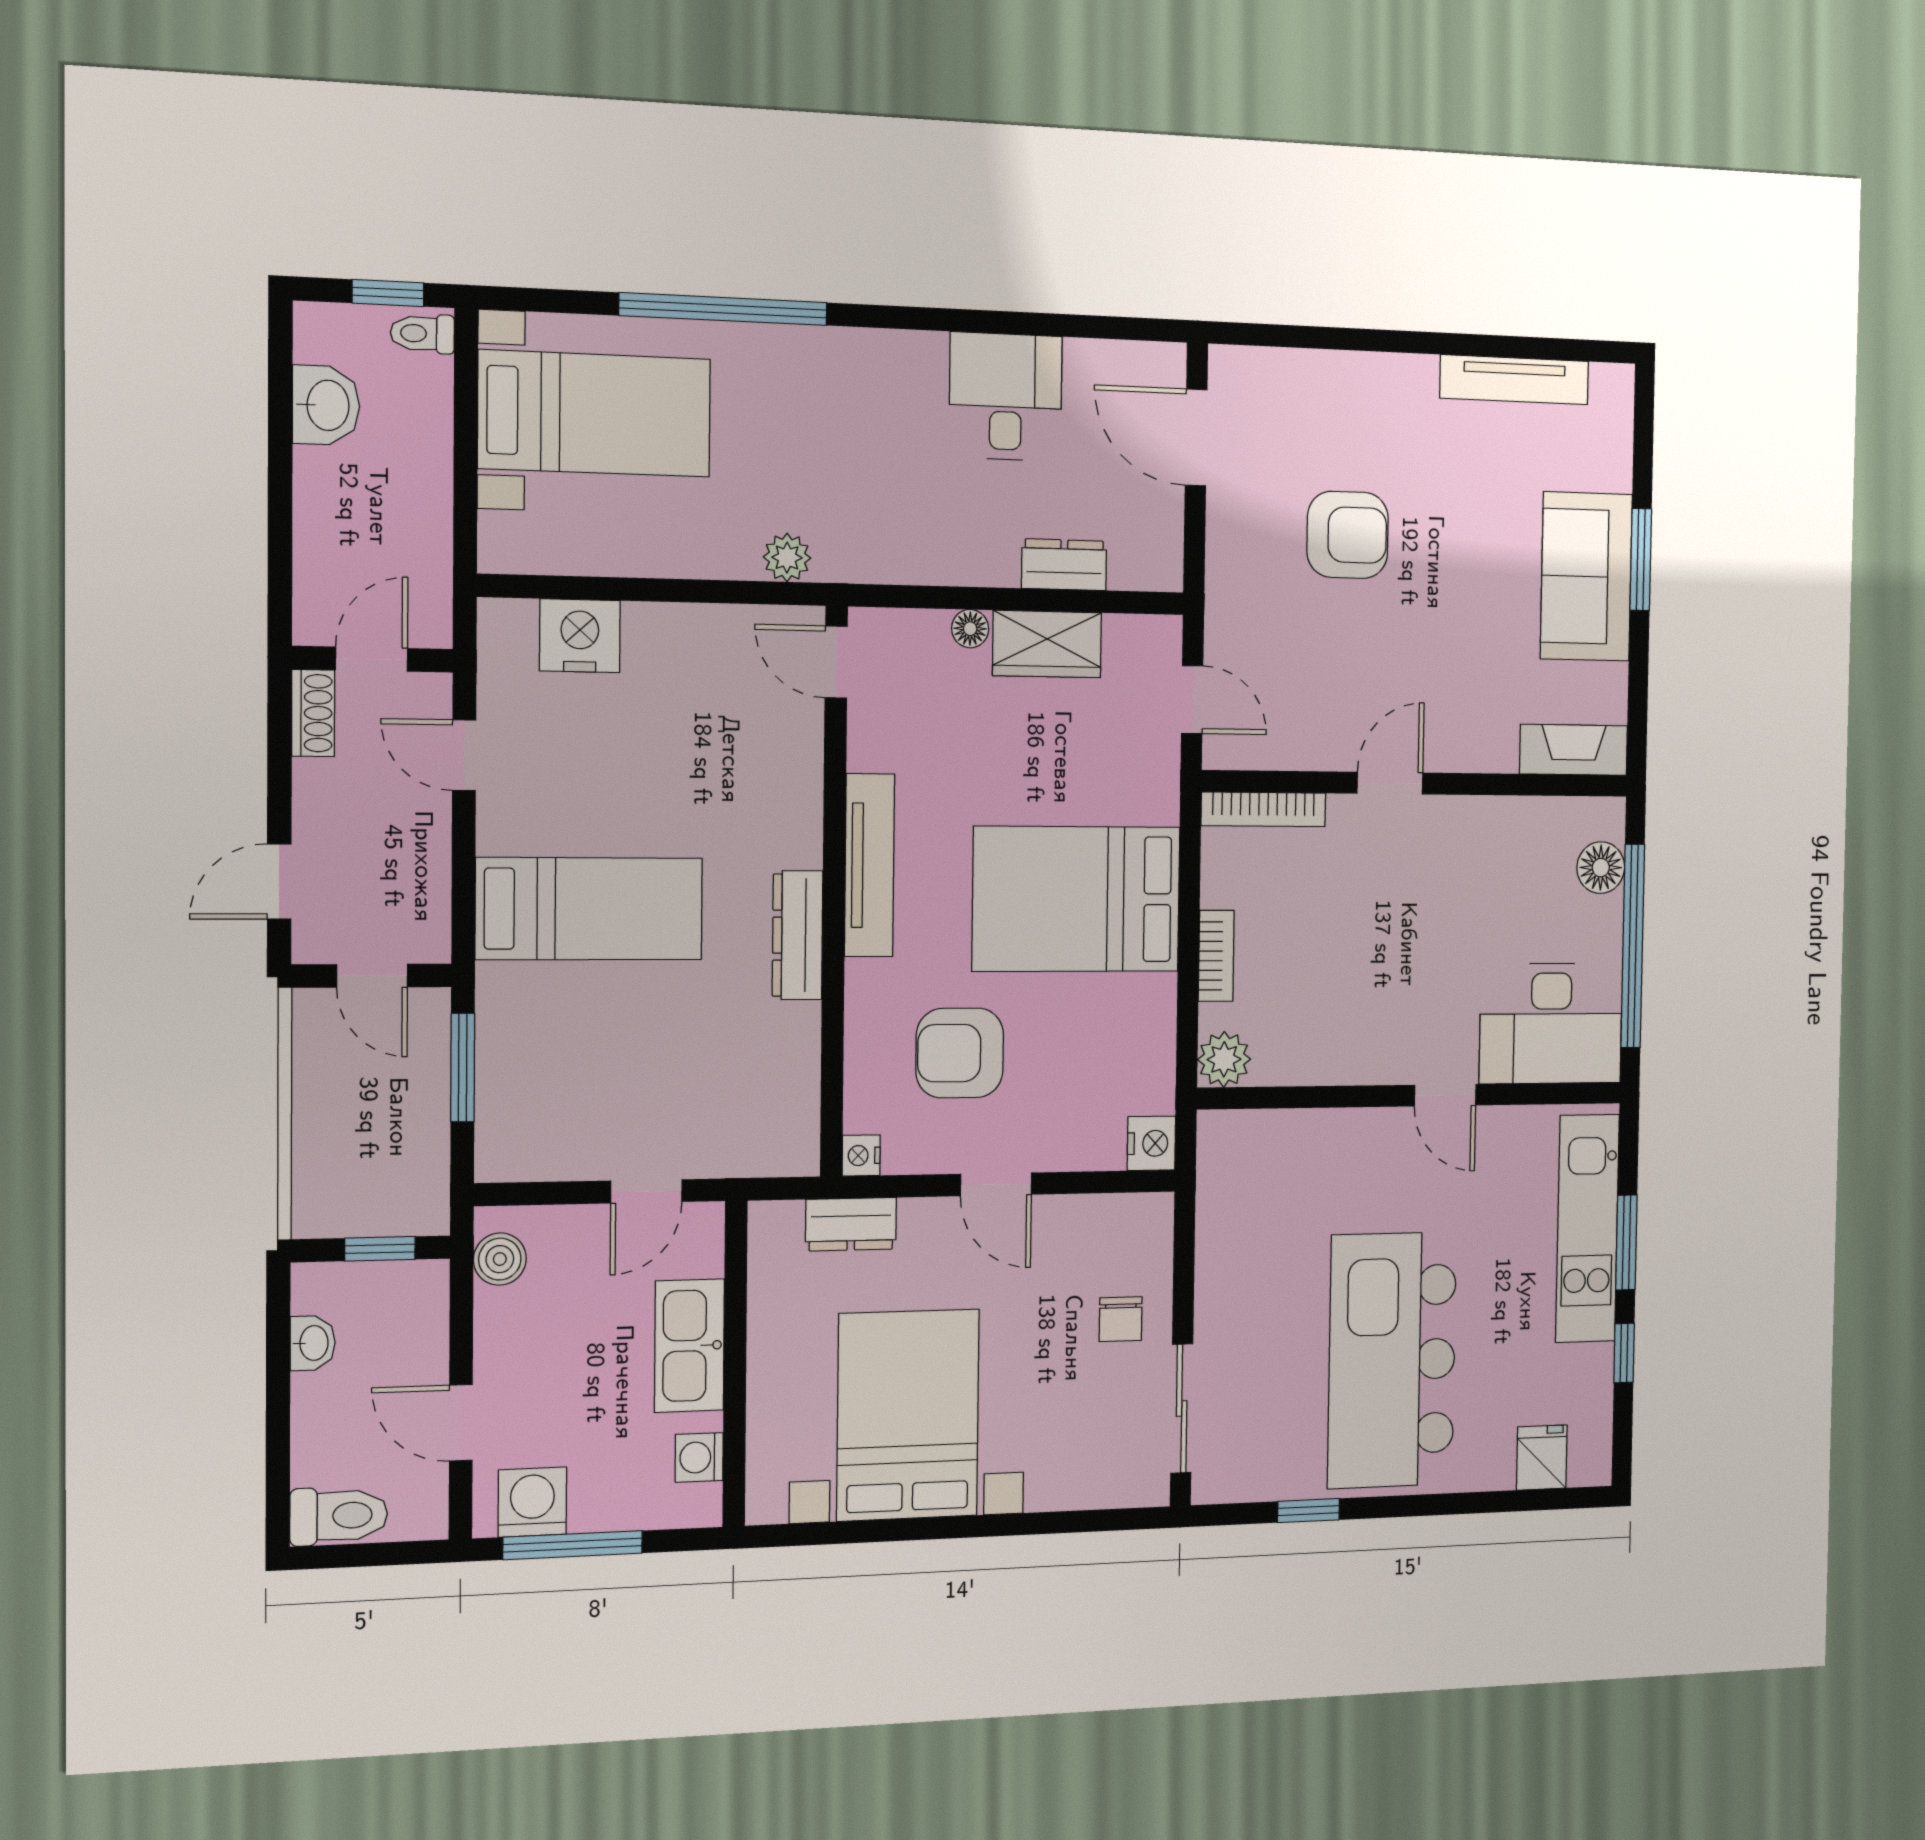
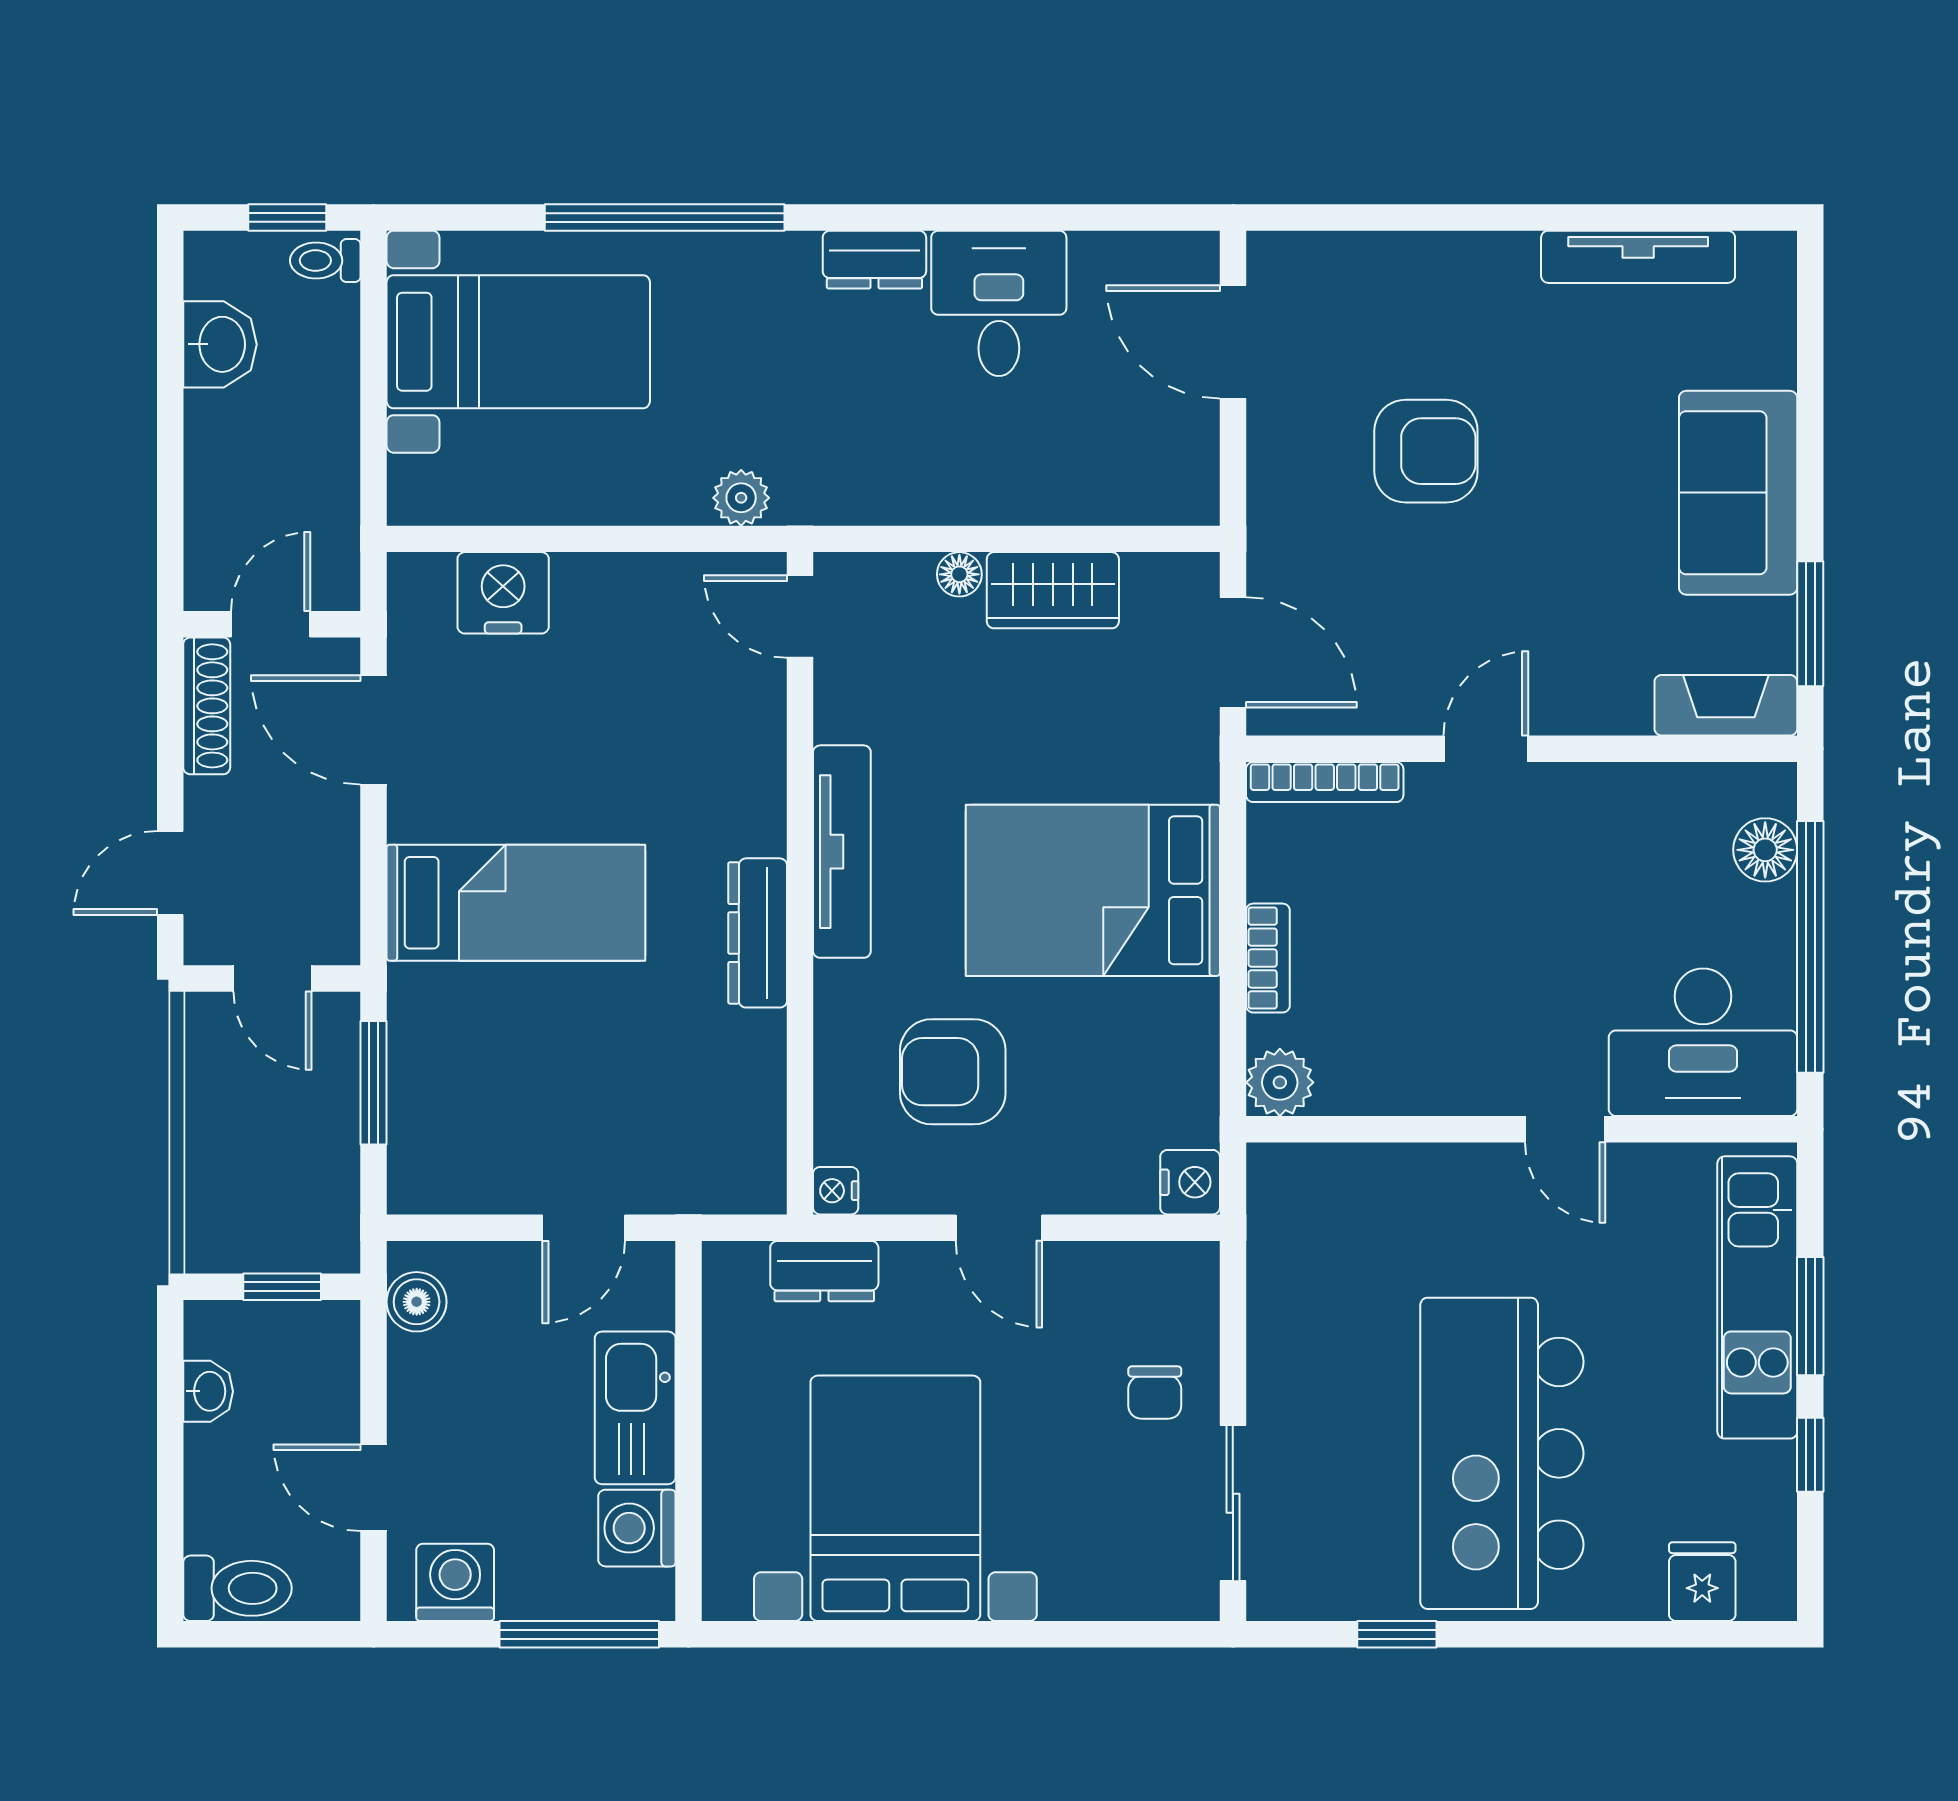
window: (1641, 560) -> (1810, 624), moved
dresser: (1064, 565) -> (874, 260), moved, turned 180
door: (1192, 700) -> (1233, 652), width x1.38
shoe rack: (313, 713) -> (207, 706), width x1.43
door: (464, 755) -> (374, 730), width x1.38
washing machine: (699, 1457) -> (637, 1528), width x1.38, depth x1.38
window: (573, 1545) -> (579, 1634), moved

